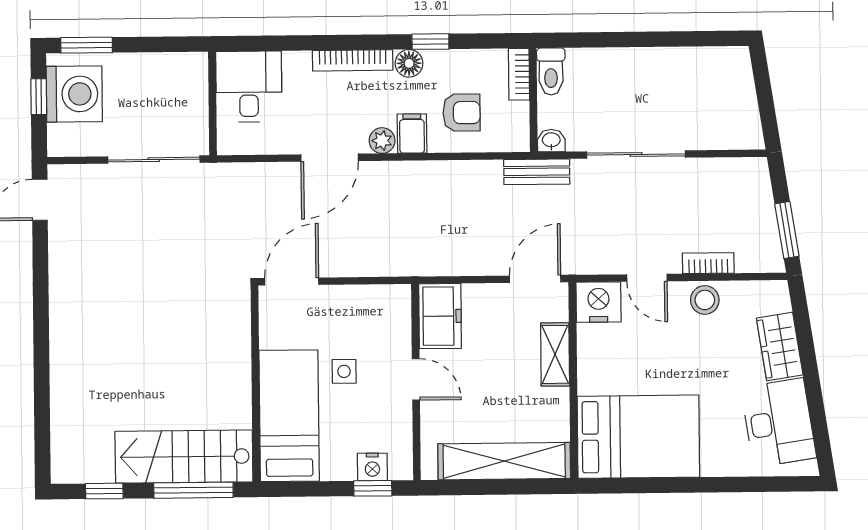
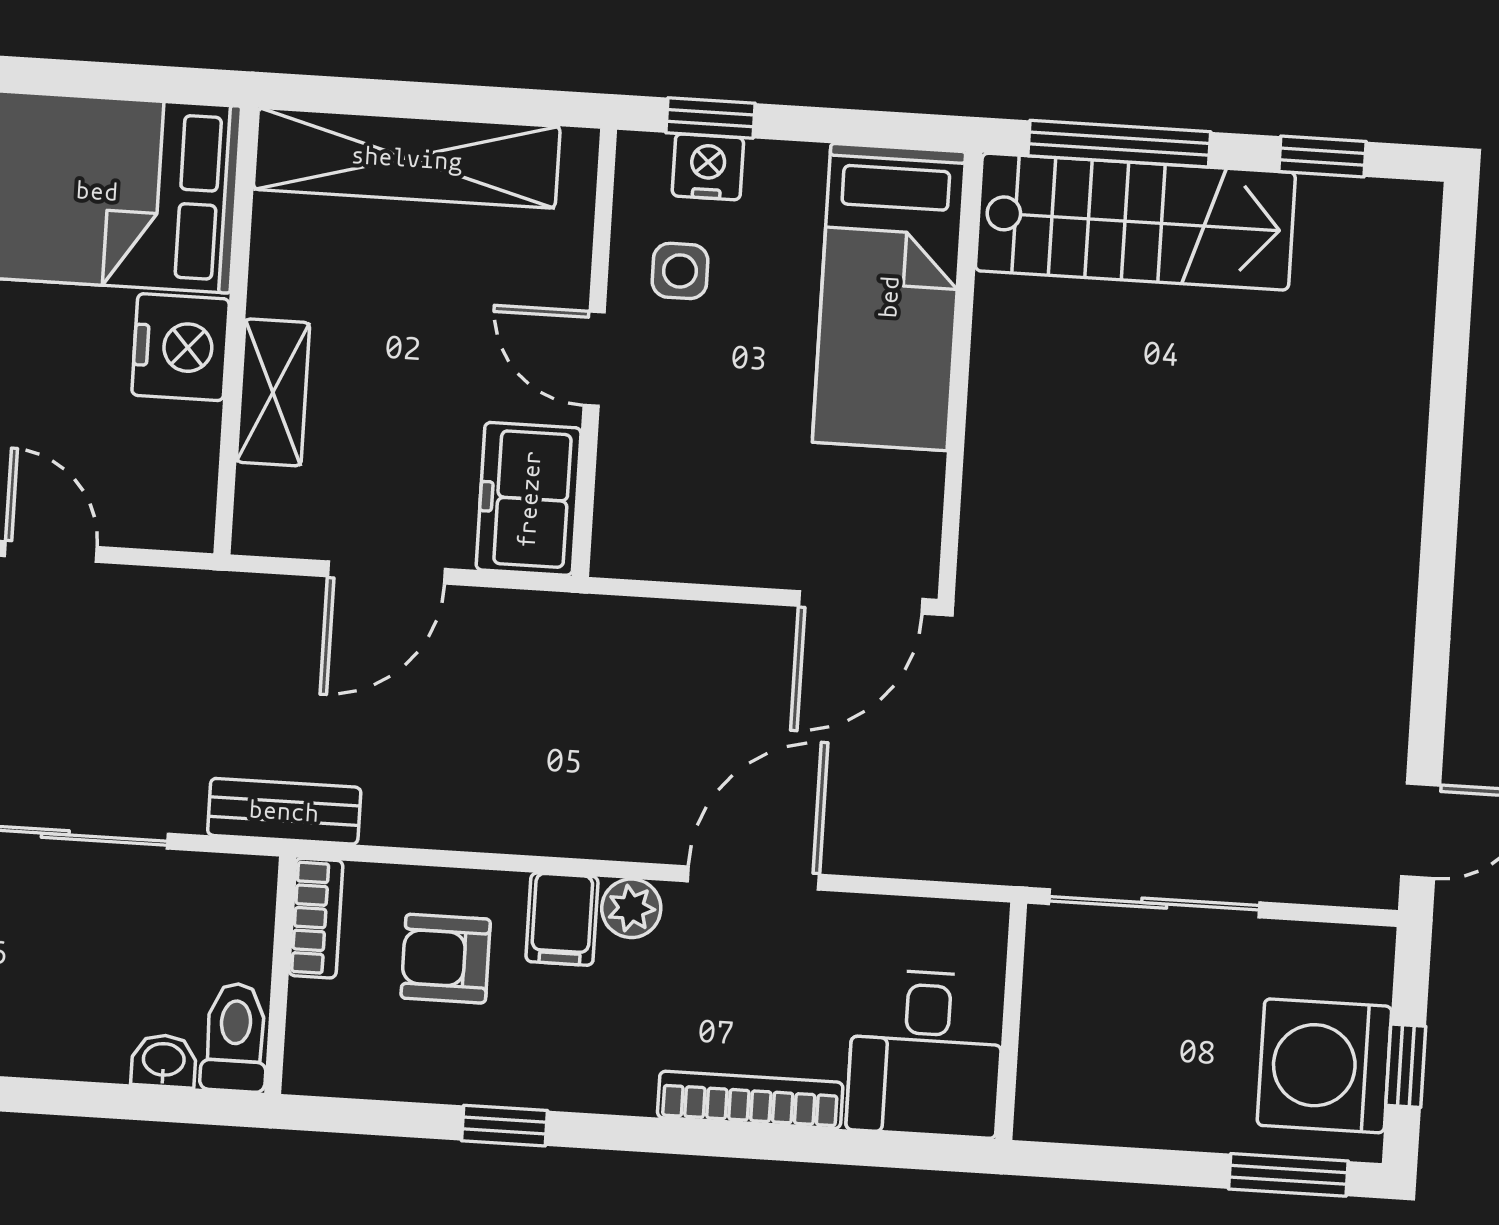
bookcase: (353, 60) -> (750, 1100), moved
floor lamp: (409, 63) -> (557, 1080), removed
bookcase: (519, 74) -> (316, 918), moved
washbasin: (551, 140) -> (164, 1061), moved, turned 180
door: (535, 279) -> (386, 573), moved
nightstand: (598, 302) -> (181, 347), moved, turned -90
side table: (344, 371) -> (680, 271), moved

